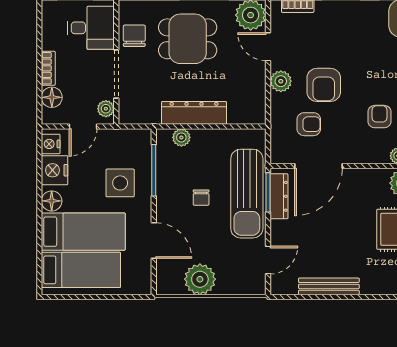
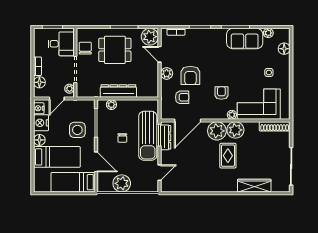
plant: (371, 185) -> (217, 131), added
bed: (81, 270) -> (73, 182), moved, turned 180
bench: (329, 286) -> (193, 187), removed

